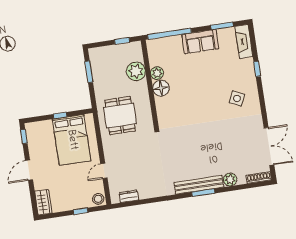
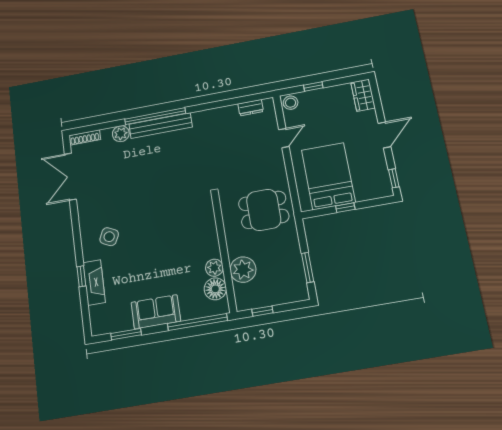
fireplace: (244, 41) -> (94, 282), moved
floor lamp: (161, 88) -> (215, 289), moved
dining table: (120, 116) -> (264, 210), turned 90
window: (203, 193) -> (155, 116), width x2.11

